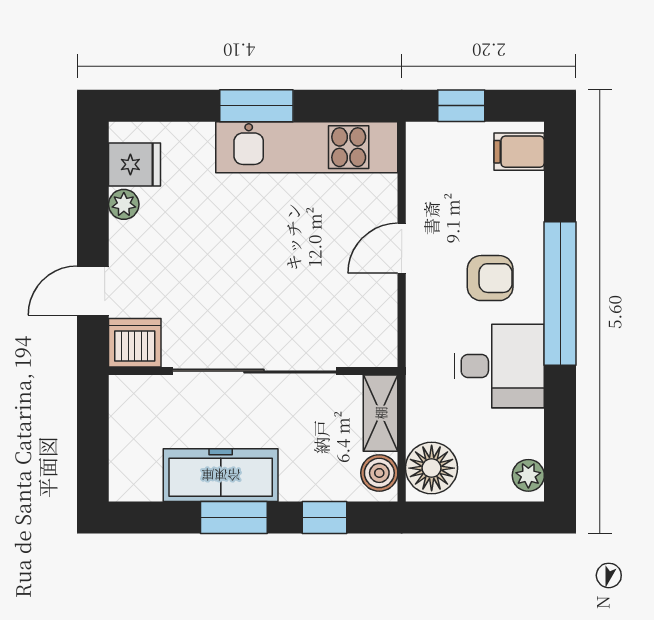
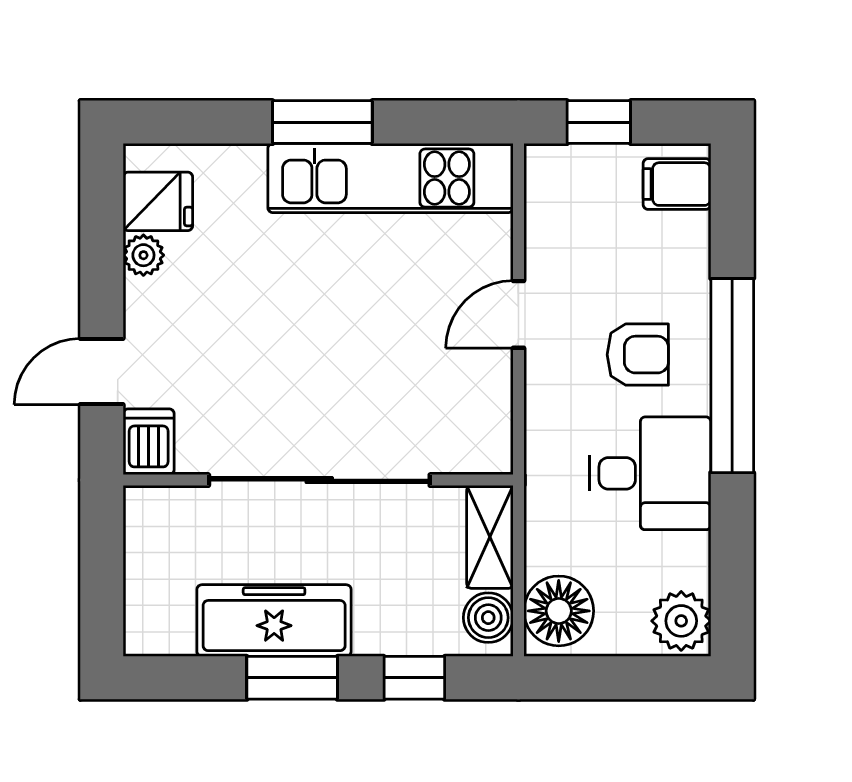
dishwasher: (135, 343) -> (149, 442), width x0.73
plant: (528, 475) -> (681, 621), width x1.38, depth x1.38

